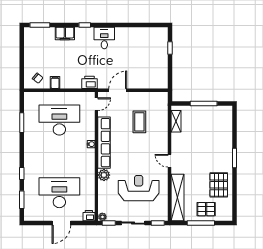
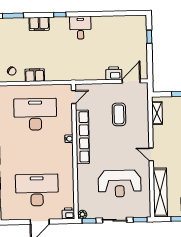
printer: (89, 82) -> (114, 73), moved
filing cabinet: (55, 83) -> (35, 75), width x2.00
door: (118, 90) -> (131, 81), moved
plant: (104, 175) -> (83, 171), removed
reception desk: (139, 188) -> (120, 184), turned 180

